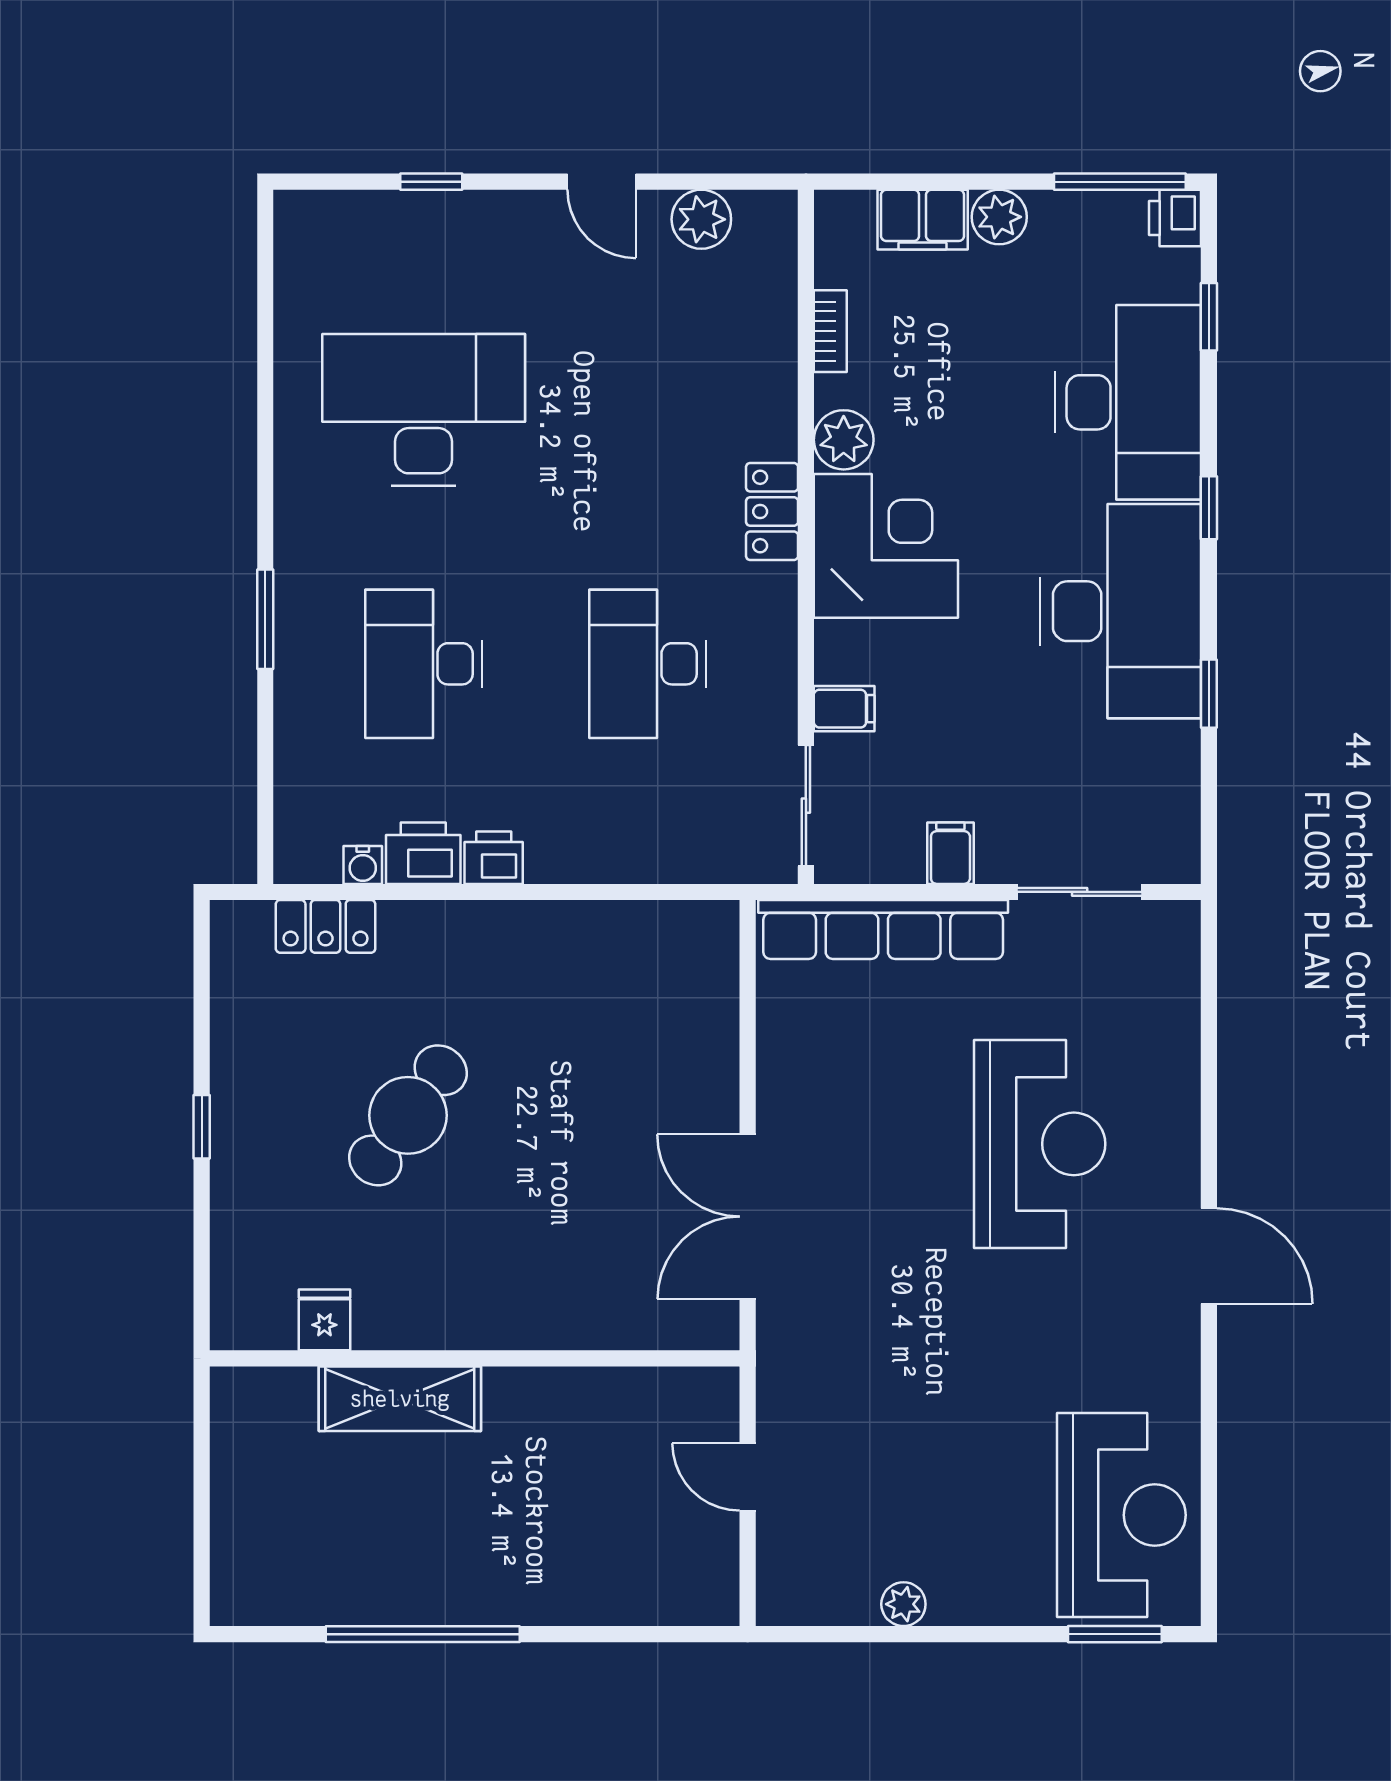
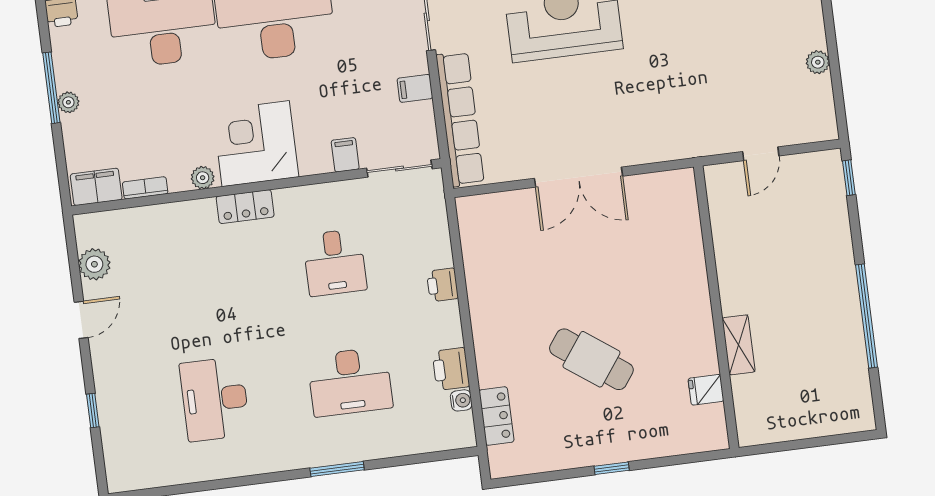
window: (1120, 182) -> (51, 88), moved
plant: (999, 217) -> (68, 102), width x0.73, depth x0.73
filing cabinet: (923, 220) -> (96, 187), moved, turned -90
desk: (424, 410) -> (215, 399), width x0.73, depth x0.77
plant: (844, 440) -> (203, 178), width x0.73, depth x0.73
desk: (648, 664) -> (335, 262), width x0.73
printer: (494, 858) -> (442, 285), moved
double door: (748, 1217) -> (579, 177), moved
shelving: (400, 1399) -> (739, 345), width x0.67, depth x0.75
window: (683, 1634) -> (849, 178), added

